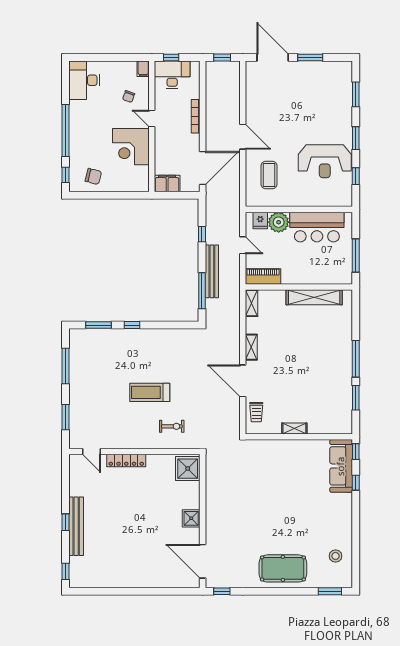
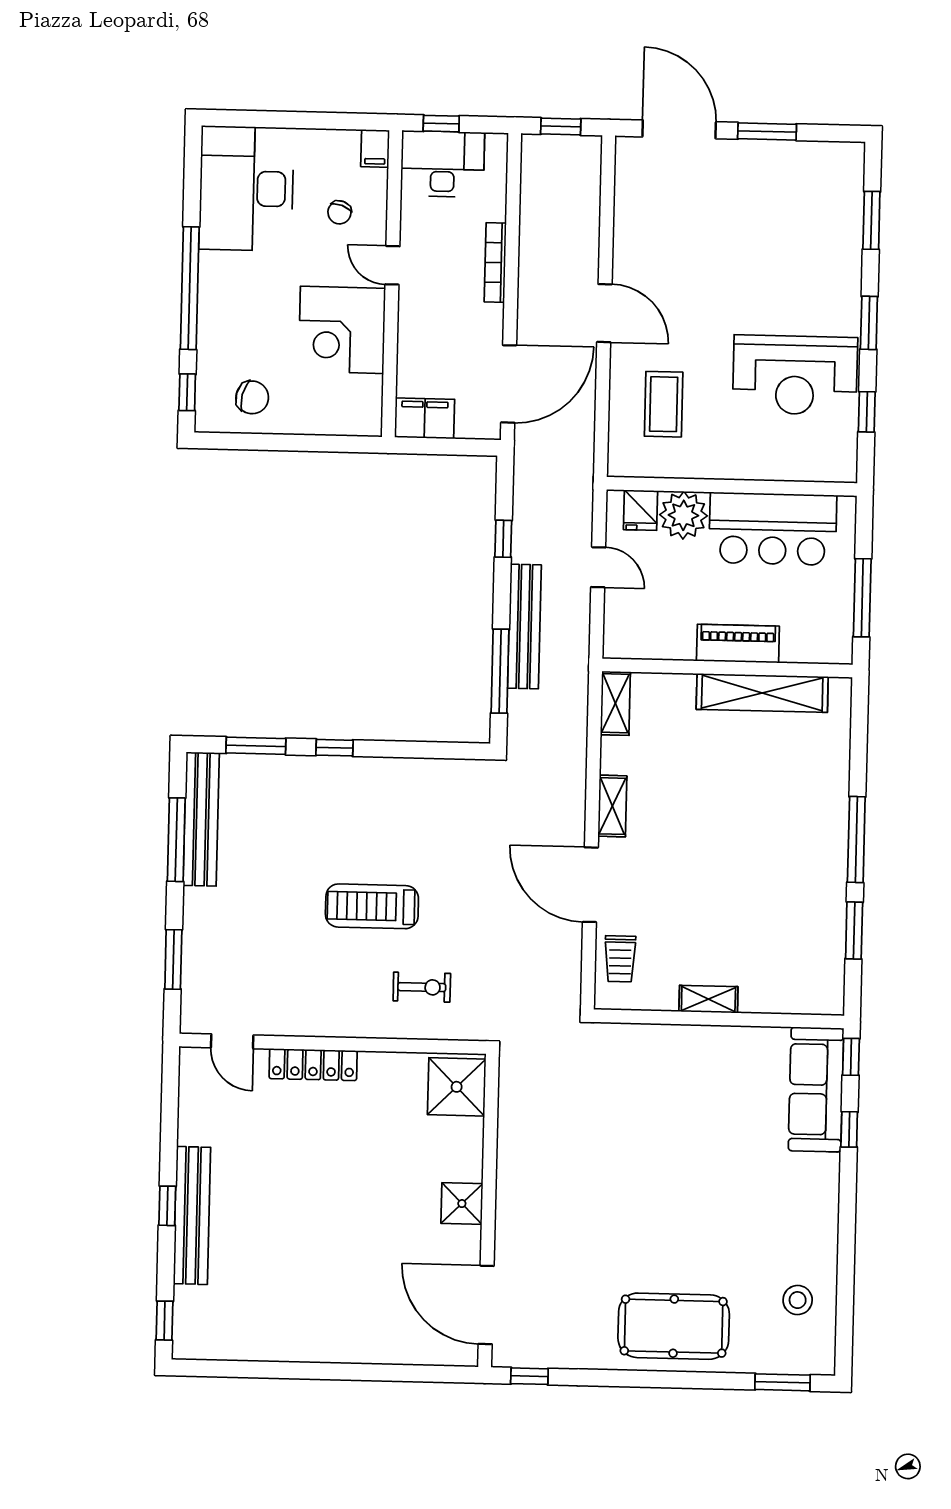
desk: (84, 80) -> (246, 188), width x1.36, depth x1.30
piano: (263, 276) -> (738, 644), moved
bench: (76, 357) -> (201, 819), added

